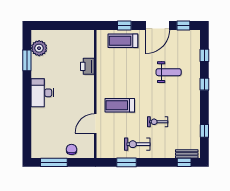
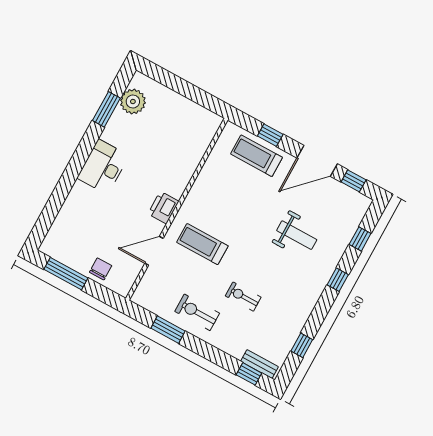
printer: (87, 66) -> (163, 208), moved

